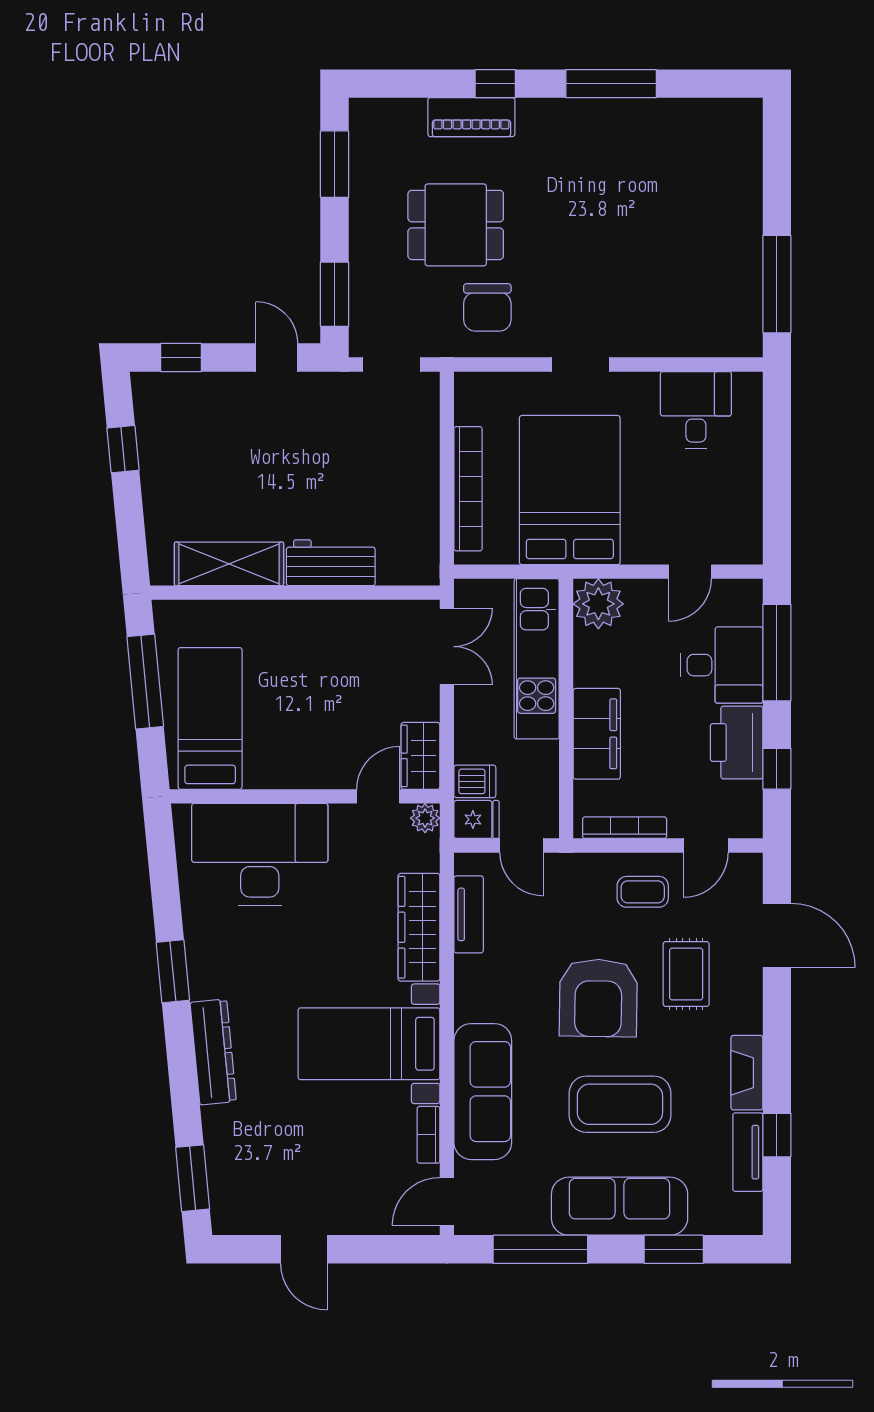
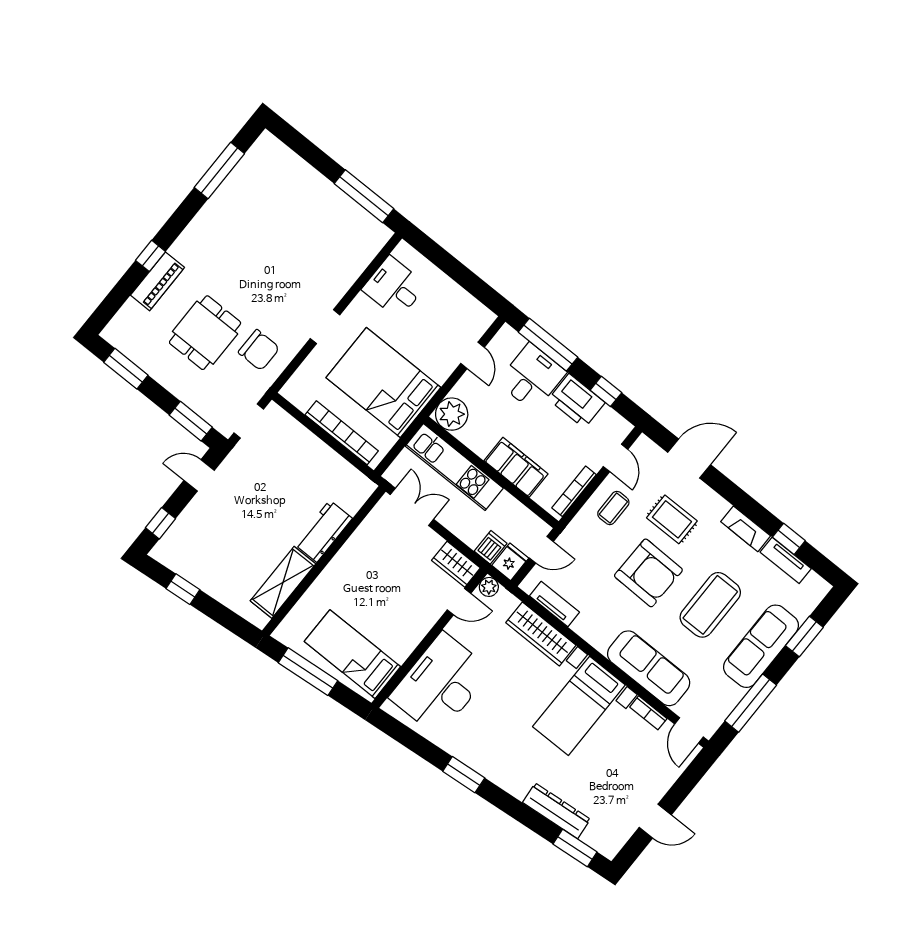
window: (611, 84) -> (219, 171), moved
door: (378, 796) -> (459, 602), swing flipped
dresser: (213, 1052) -> (556, 811), moved

